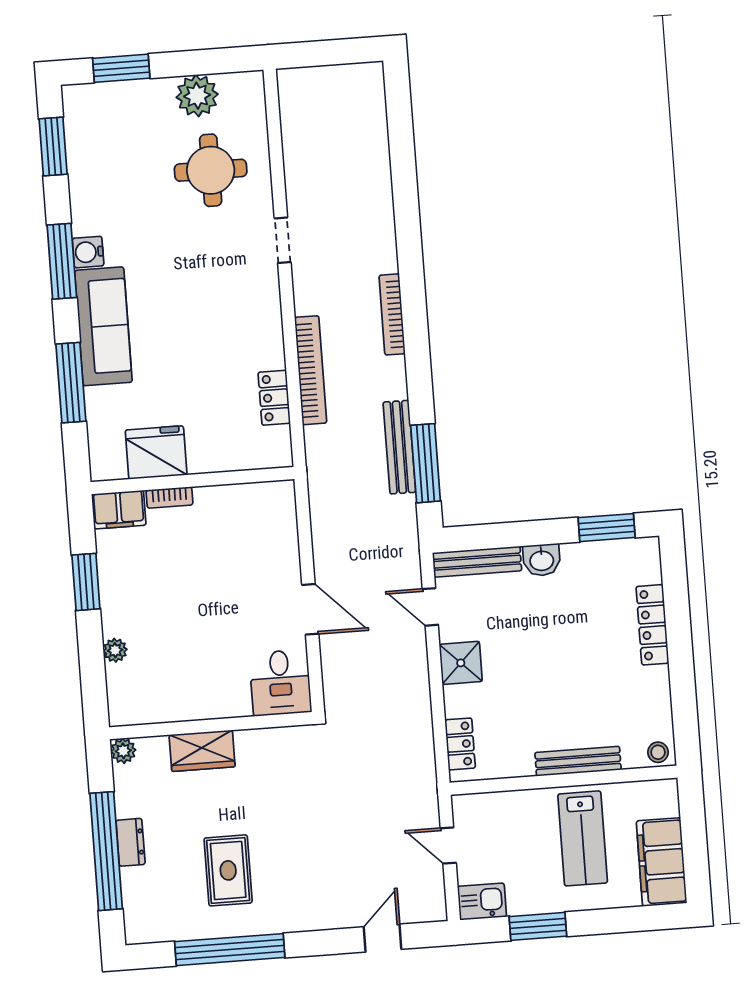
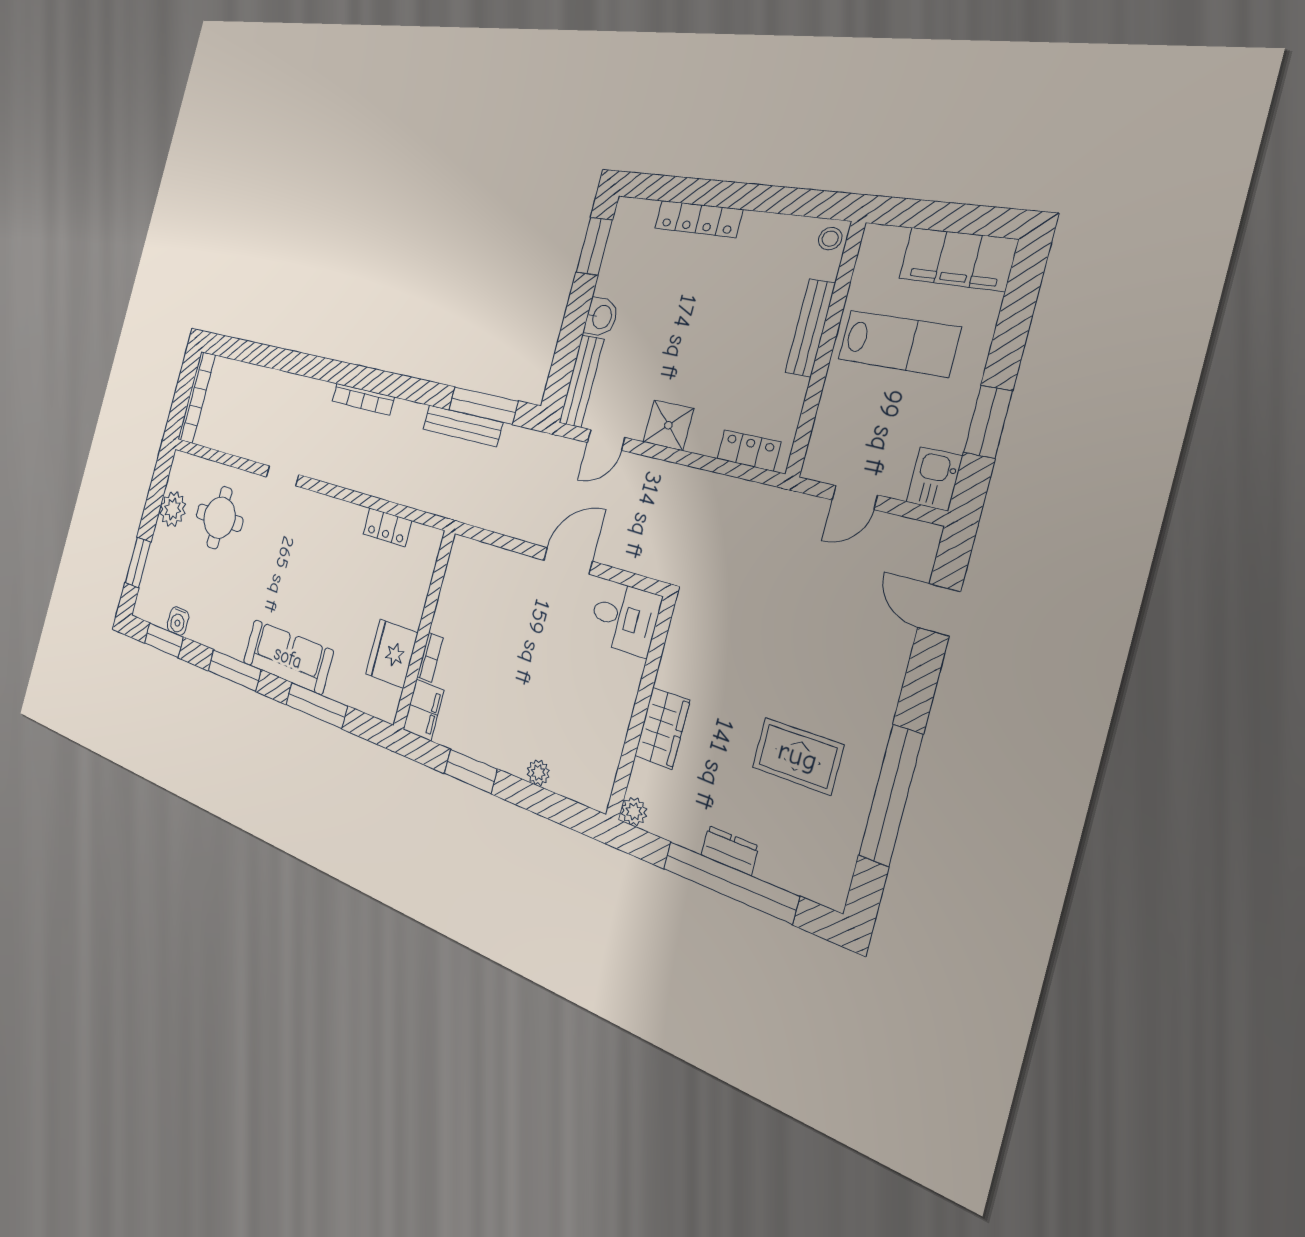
water cooler: (88, 252) -> (178, 621), moved
bookcase: (311, 370) -> (197, 397), moved, turned 90

